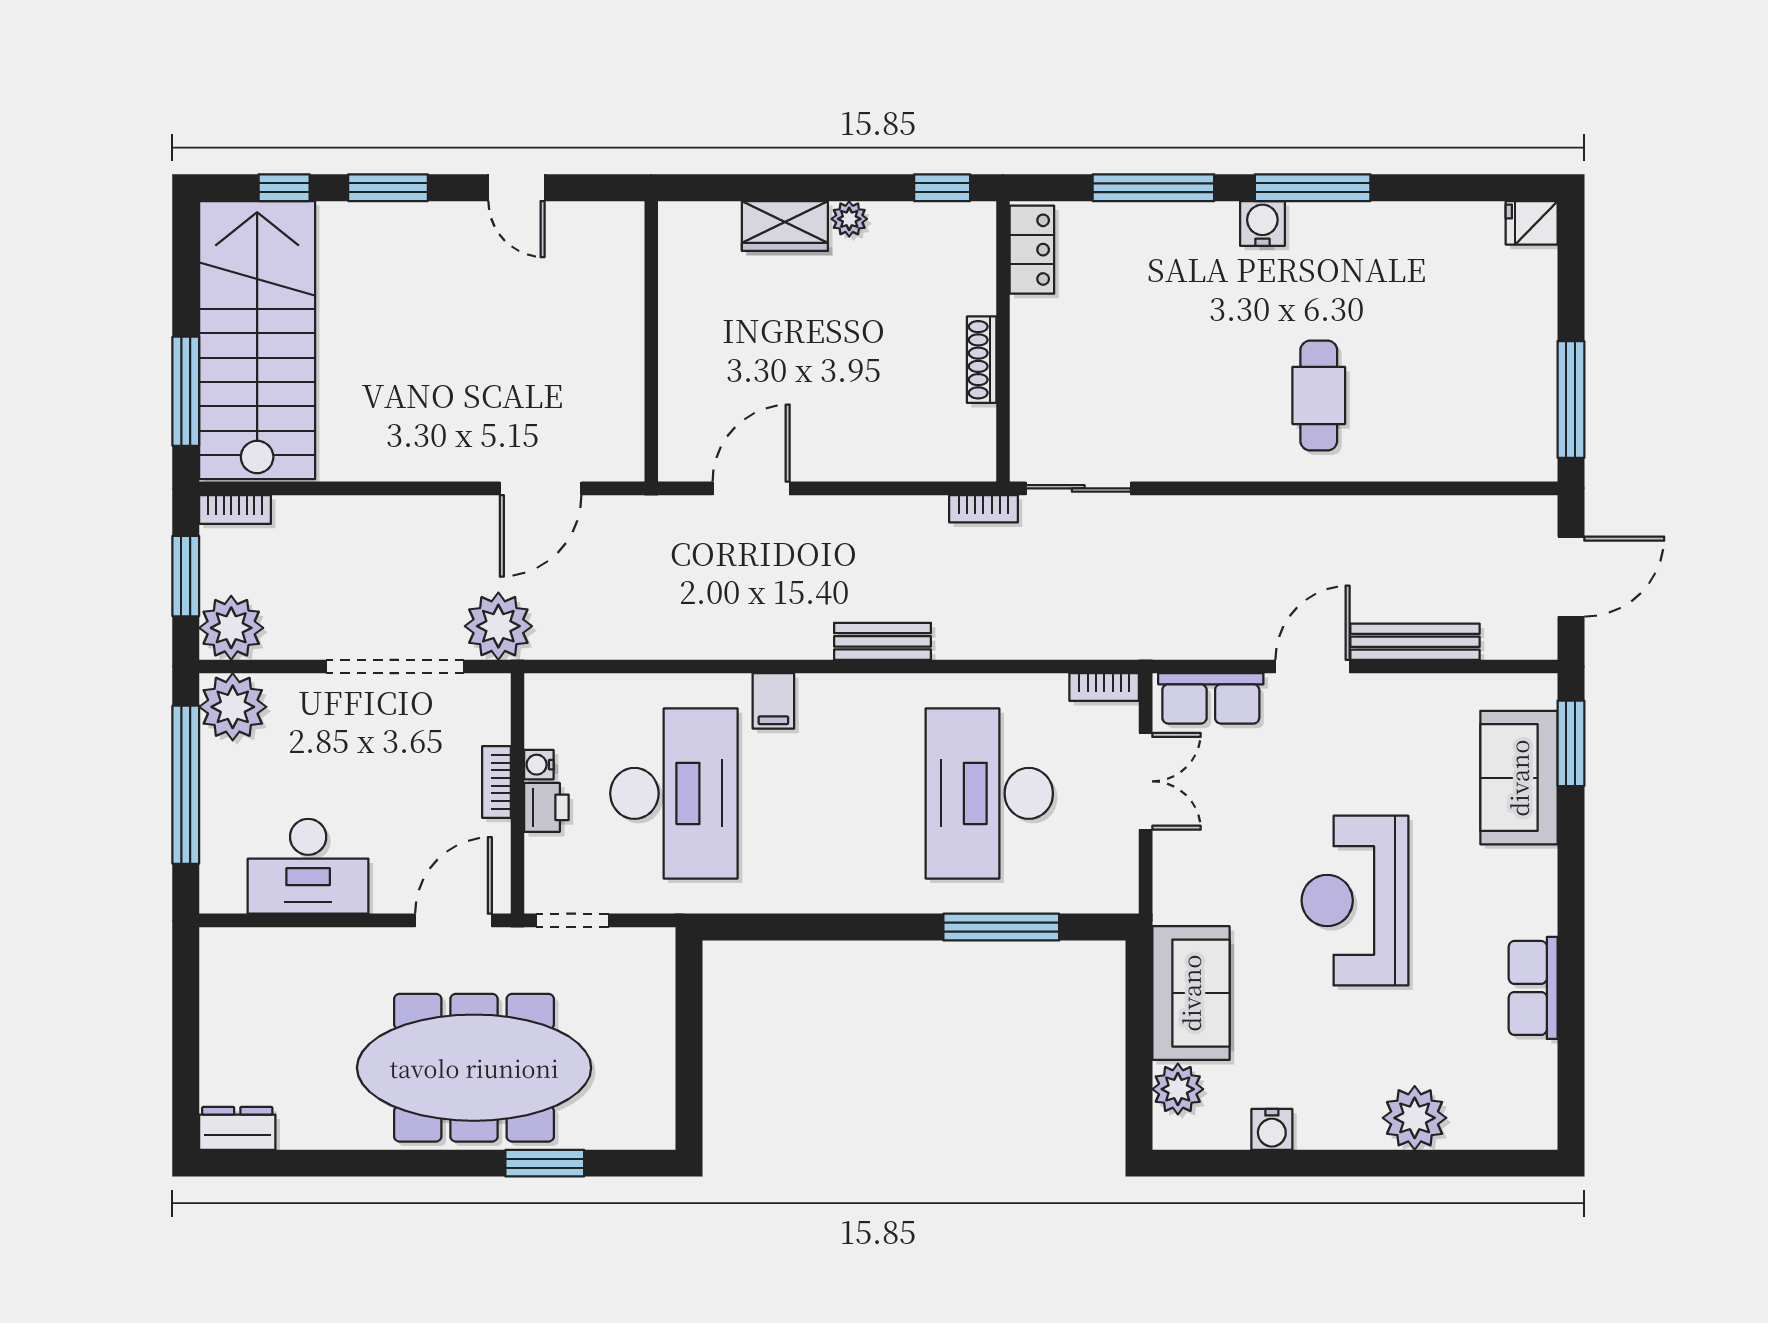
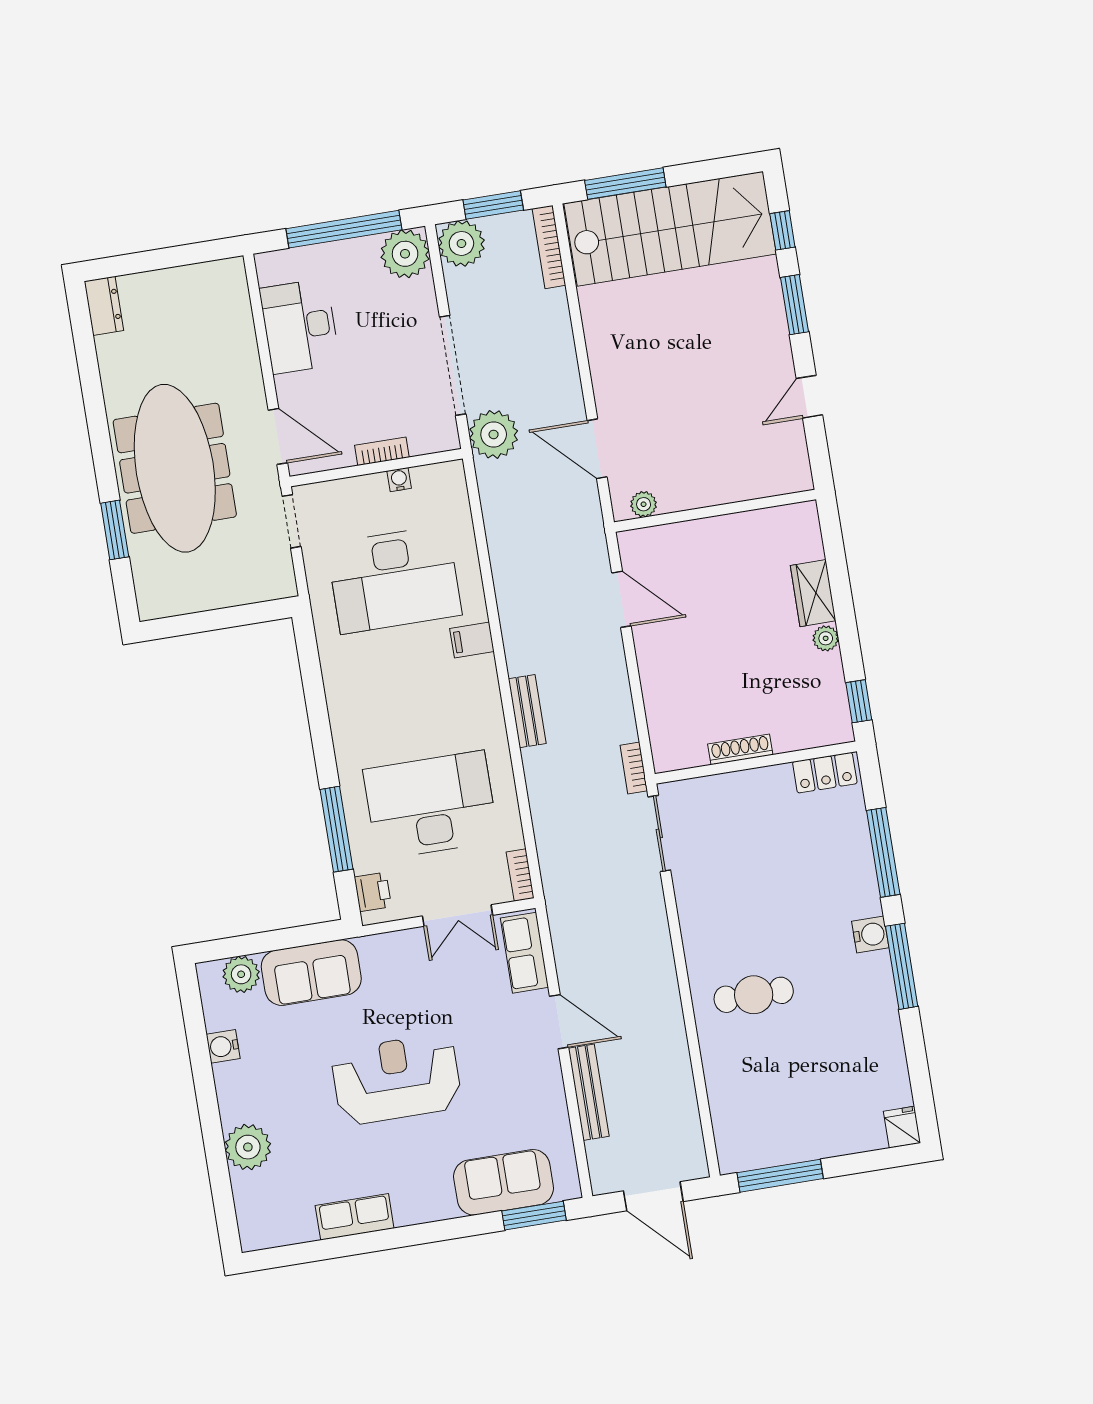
plant: (626, 437) -> (644, 504), added
bookcase: (235, 509) -> (549, 247), width x1.56
printer: (546, 807) -> (373, 892), moved, turned -90

